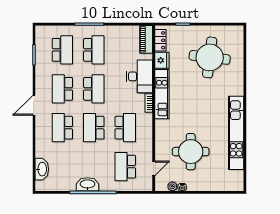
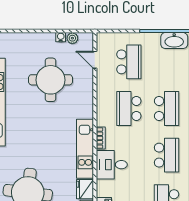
desk: (140, 76) -> (112, 165), width x0.73
school desk: (94, 89) -> (167, 155), turned 180
door: (154, 168) -> (95, 60), hinge flipped

